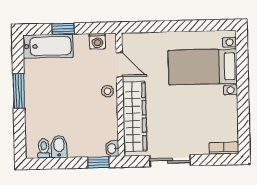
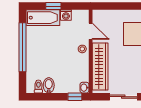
washing machine: (97, 41) -> (66, 15), moved
window: (19, 91) -> (22, 47), width x2.11

